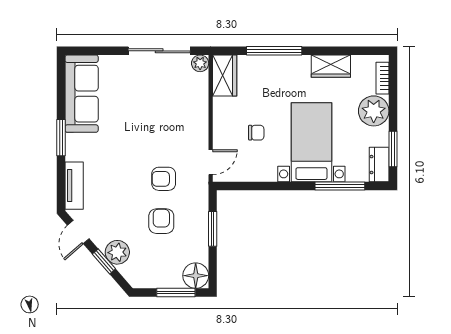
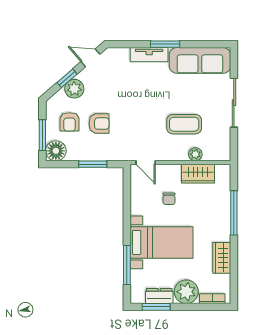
sliding door: (159, 51) -> (234, 103), moved
plant: (200, 63) -> (195, 154), moved
wardrobe: (225, 75) -> (198, 174), moved
coffee table: (162, 114) -> (184, 124), added
dresser: (379, 165) -> (159, 296), moved
armchair: (164, 179) -> (69, 122), moved, turned 180
tv unit: (74, 186) -> (149, 55), moved

